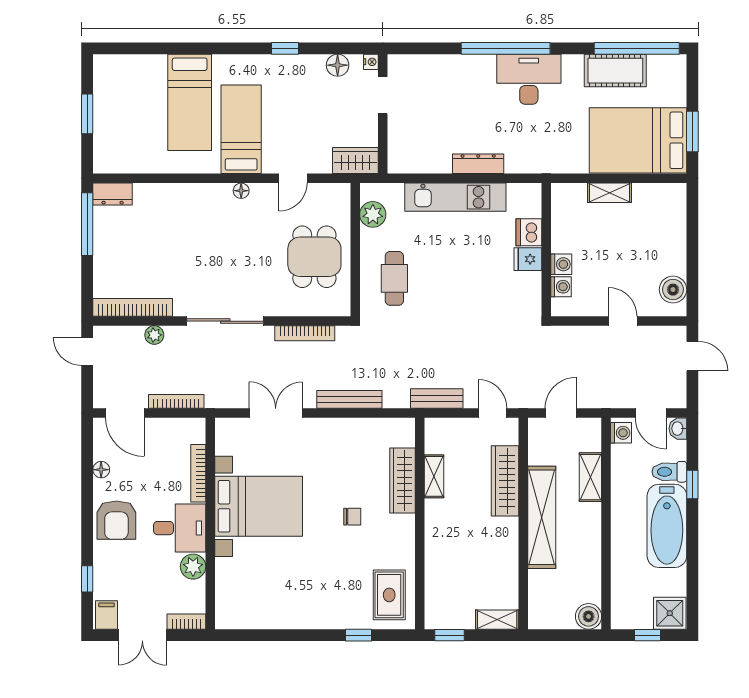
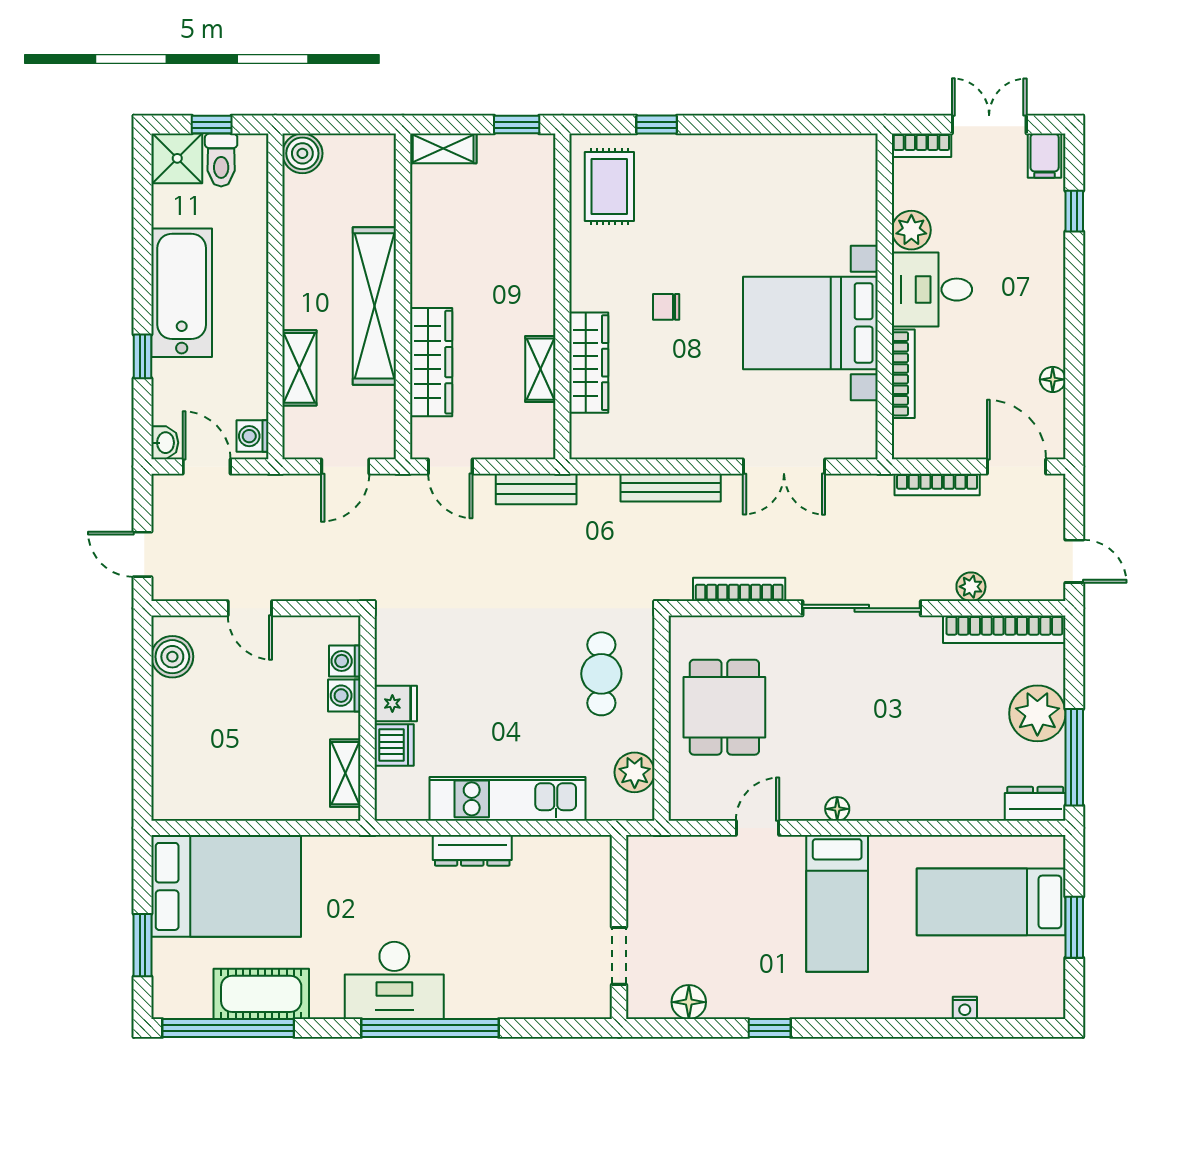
nightstand: (371, 62) -> (965, 1008), moved, turned -90
bed: (190, 102) -> (991, 902), moved, turned -90
window: (692, 131) -> (143, 945), moved
wardrobe: (355, 161) -> (661, 855), removed
shelving: (609, 193) -> (345, 773), moved, turned 90
plant: (111, 253) -> (1037, 713), added
toilet: (669, 472) -> (221, 160), moved, turned 90
armchair: (116, 520) -> (1029, 302), removed

